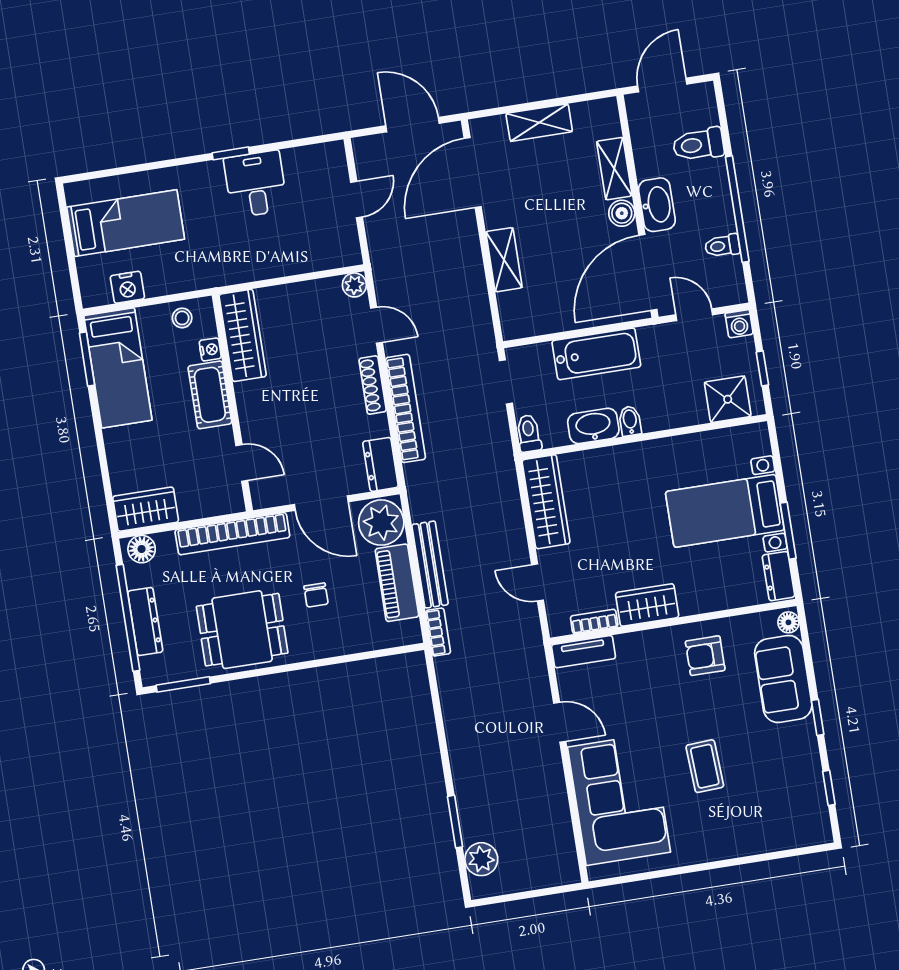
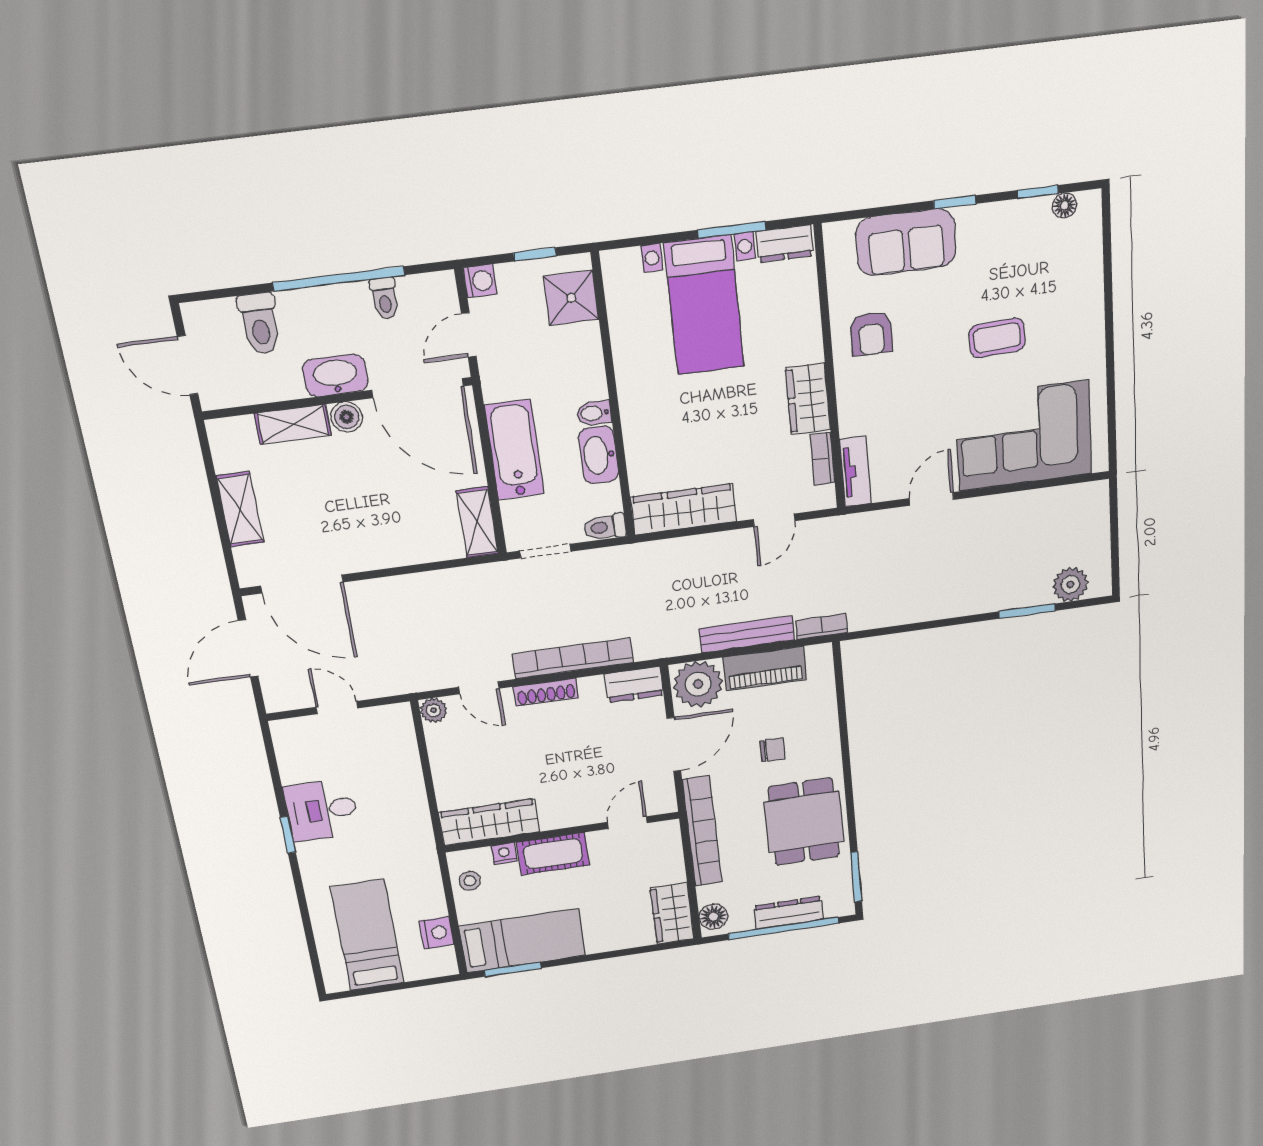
shelving: (504, 260) -> (477, 522), moved, turned 90
door: (376, 325) -> (479, 688), swing flipped
floor lamp: (788, 622) -> (1065, 205), moved

